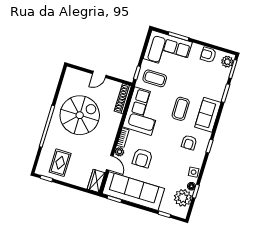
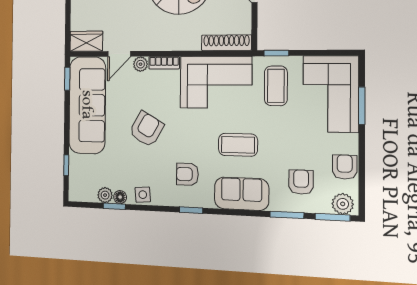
armchair: (210, 80) -> (301, 182), added
armchair: (142, 158) -> (146, 129), moved, turned 120
plant: (183, 198) -> (105, 195), width x0.53, depth x0.53

